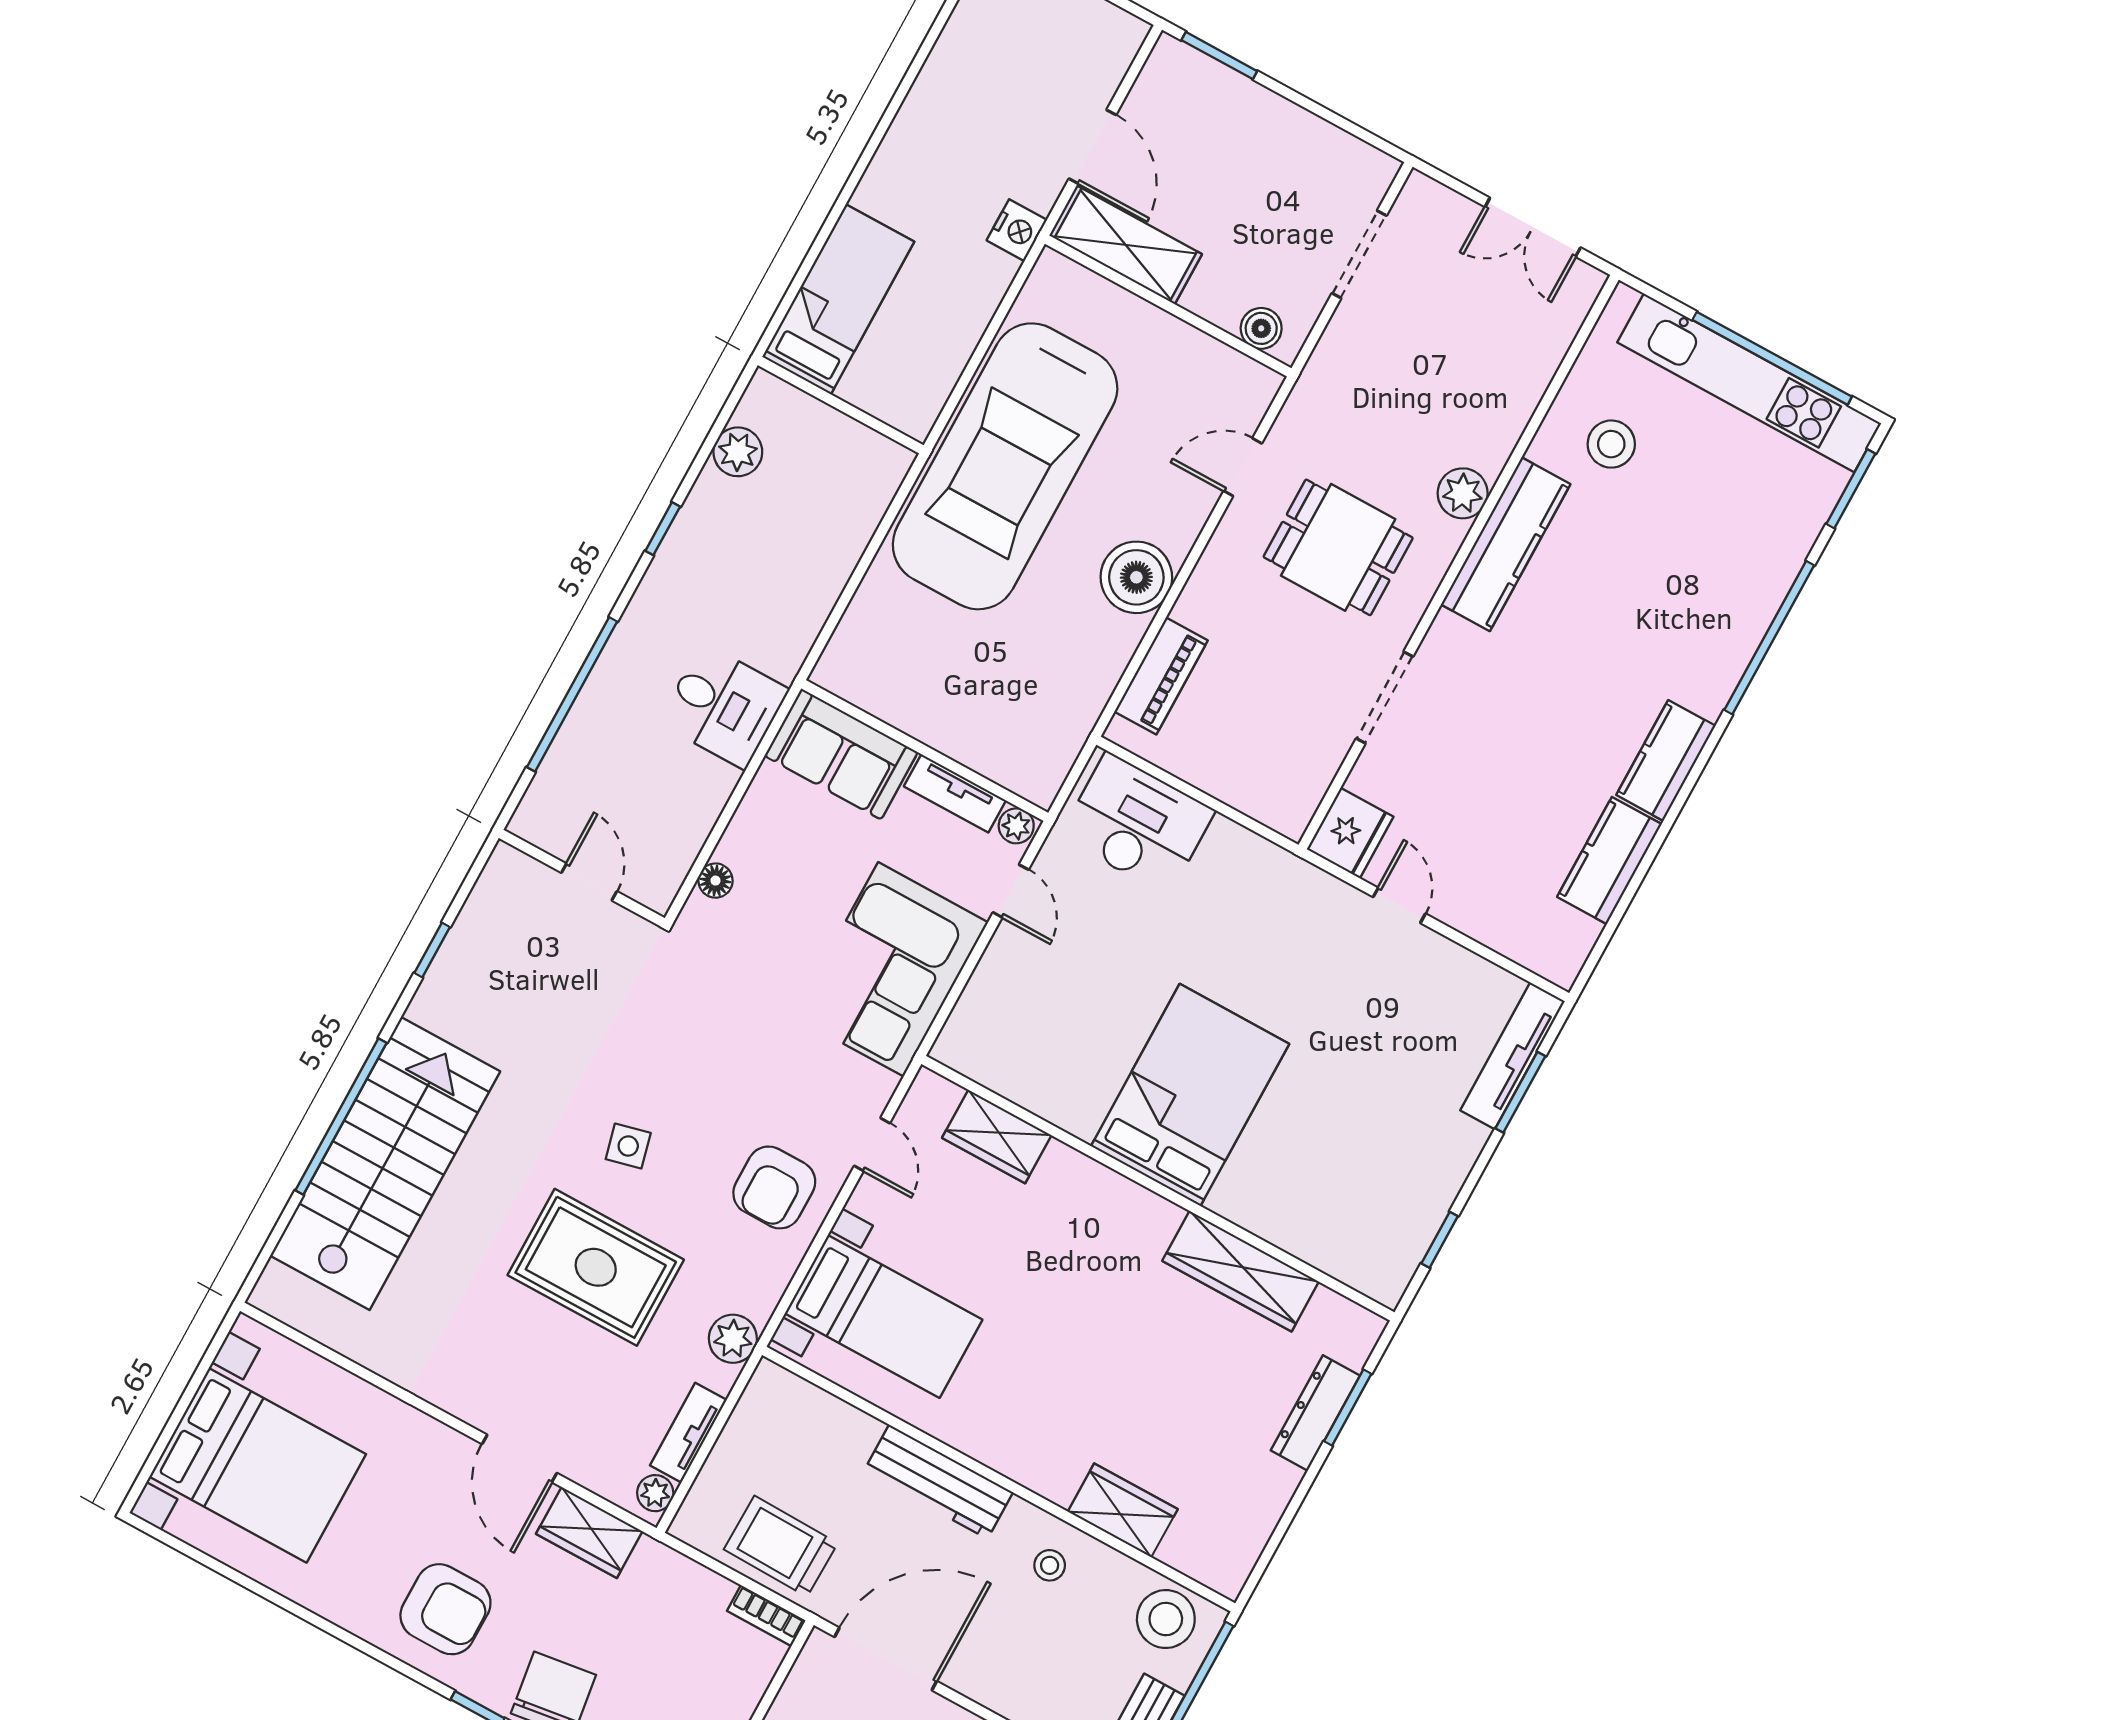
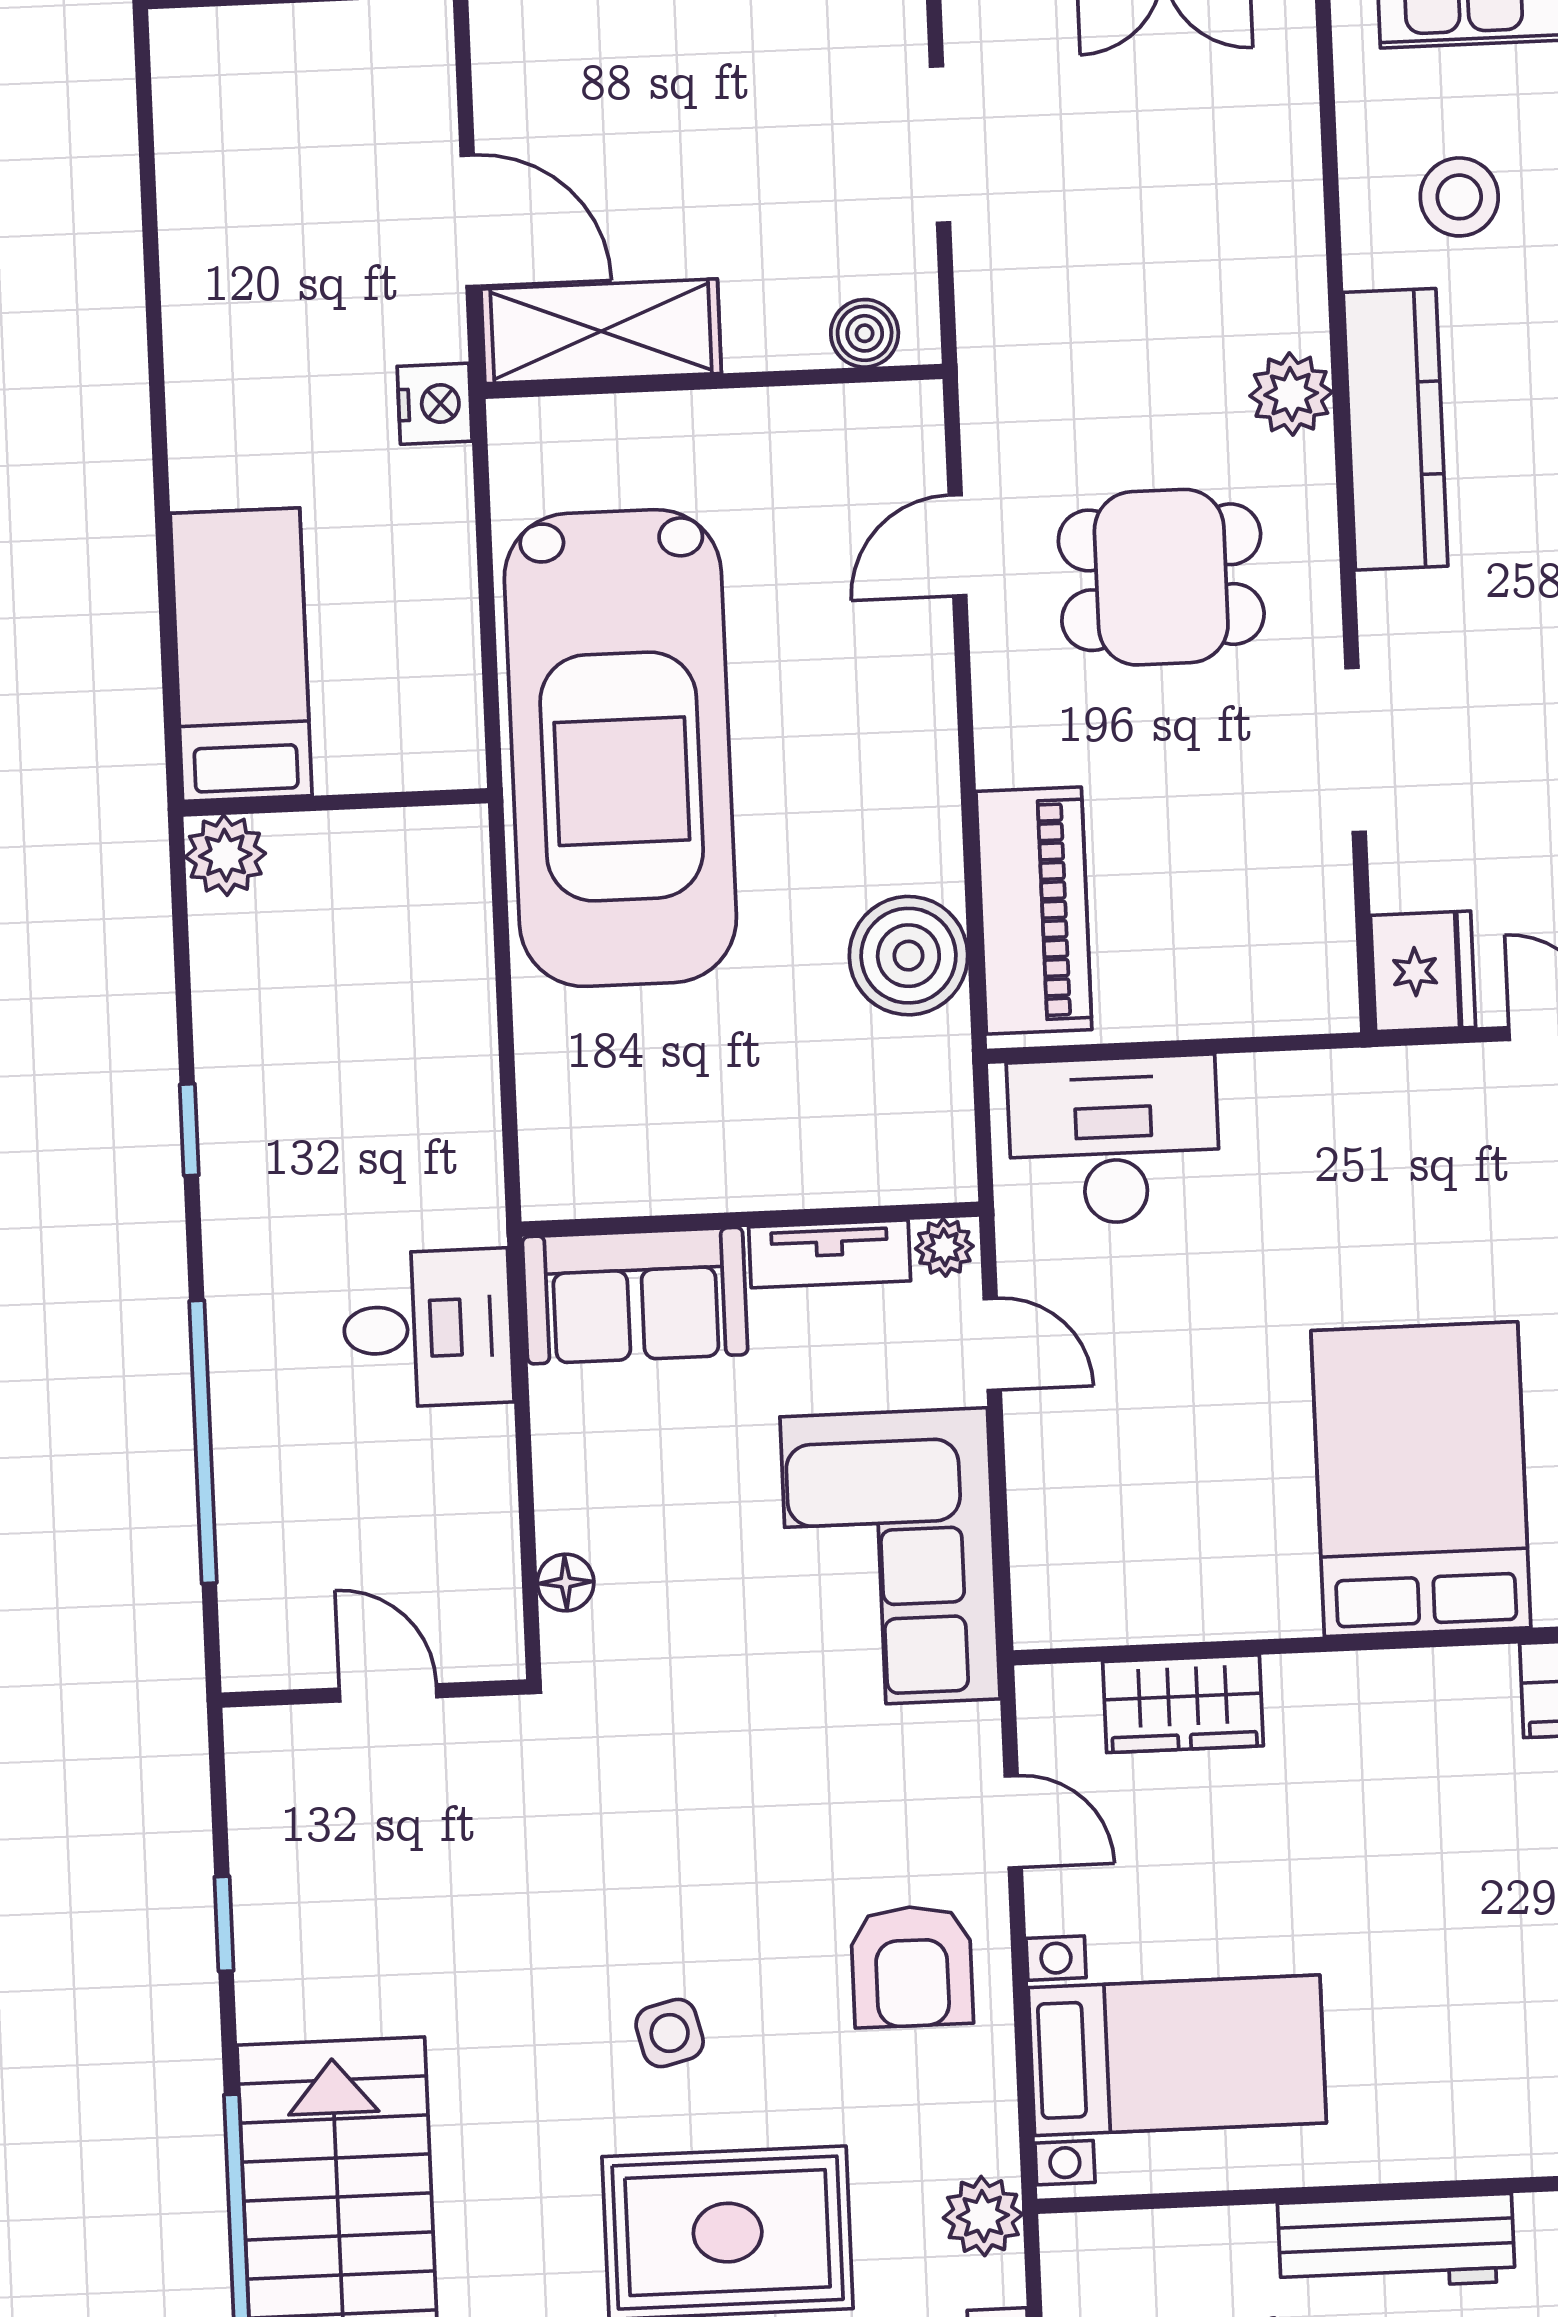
plant: (738, 452) -> (225, 855), moved
boiler: (1136, 577) -> (908, 956), moved
piano: (1161, 676) -> (1034, 911), width x1.37, depth x1.33

